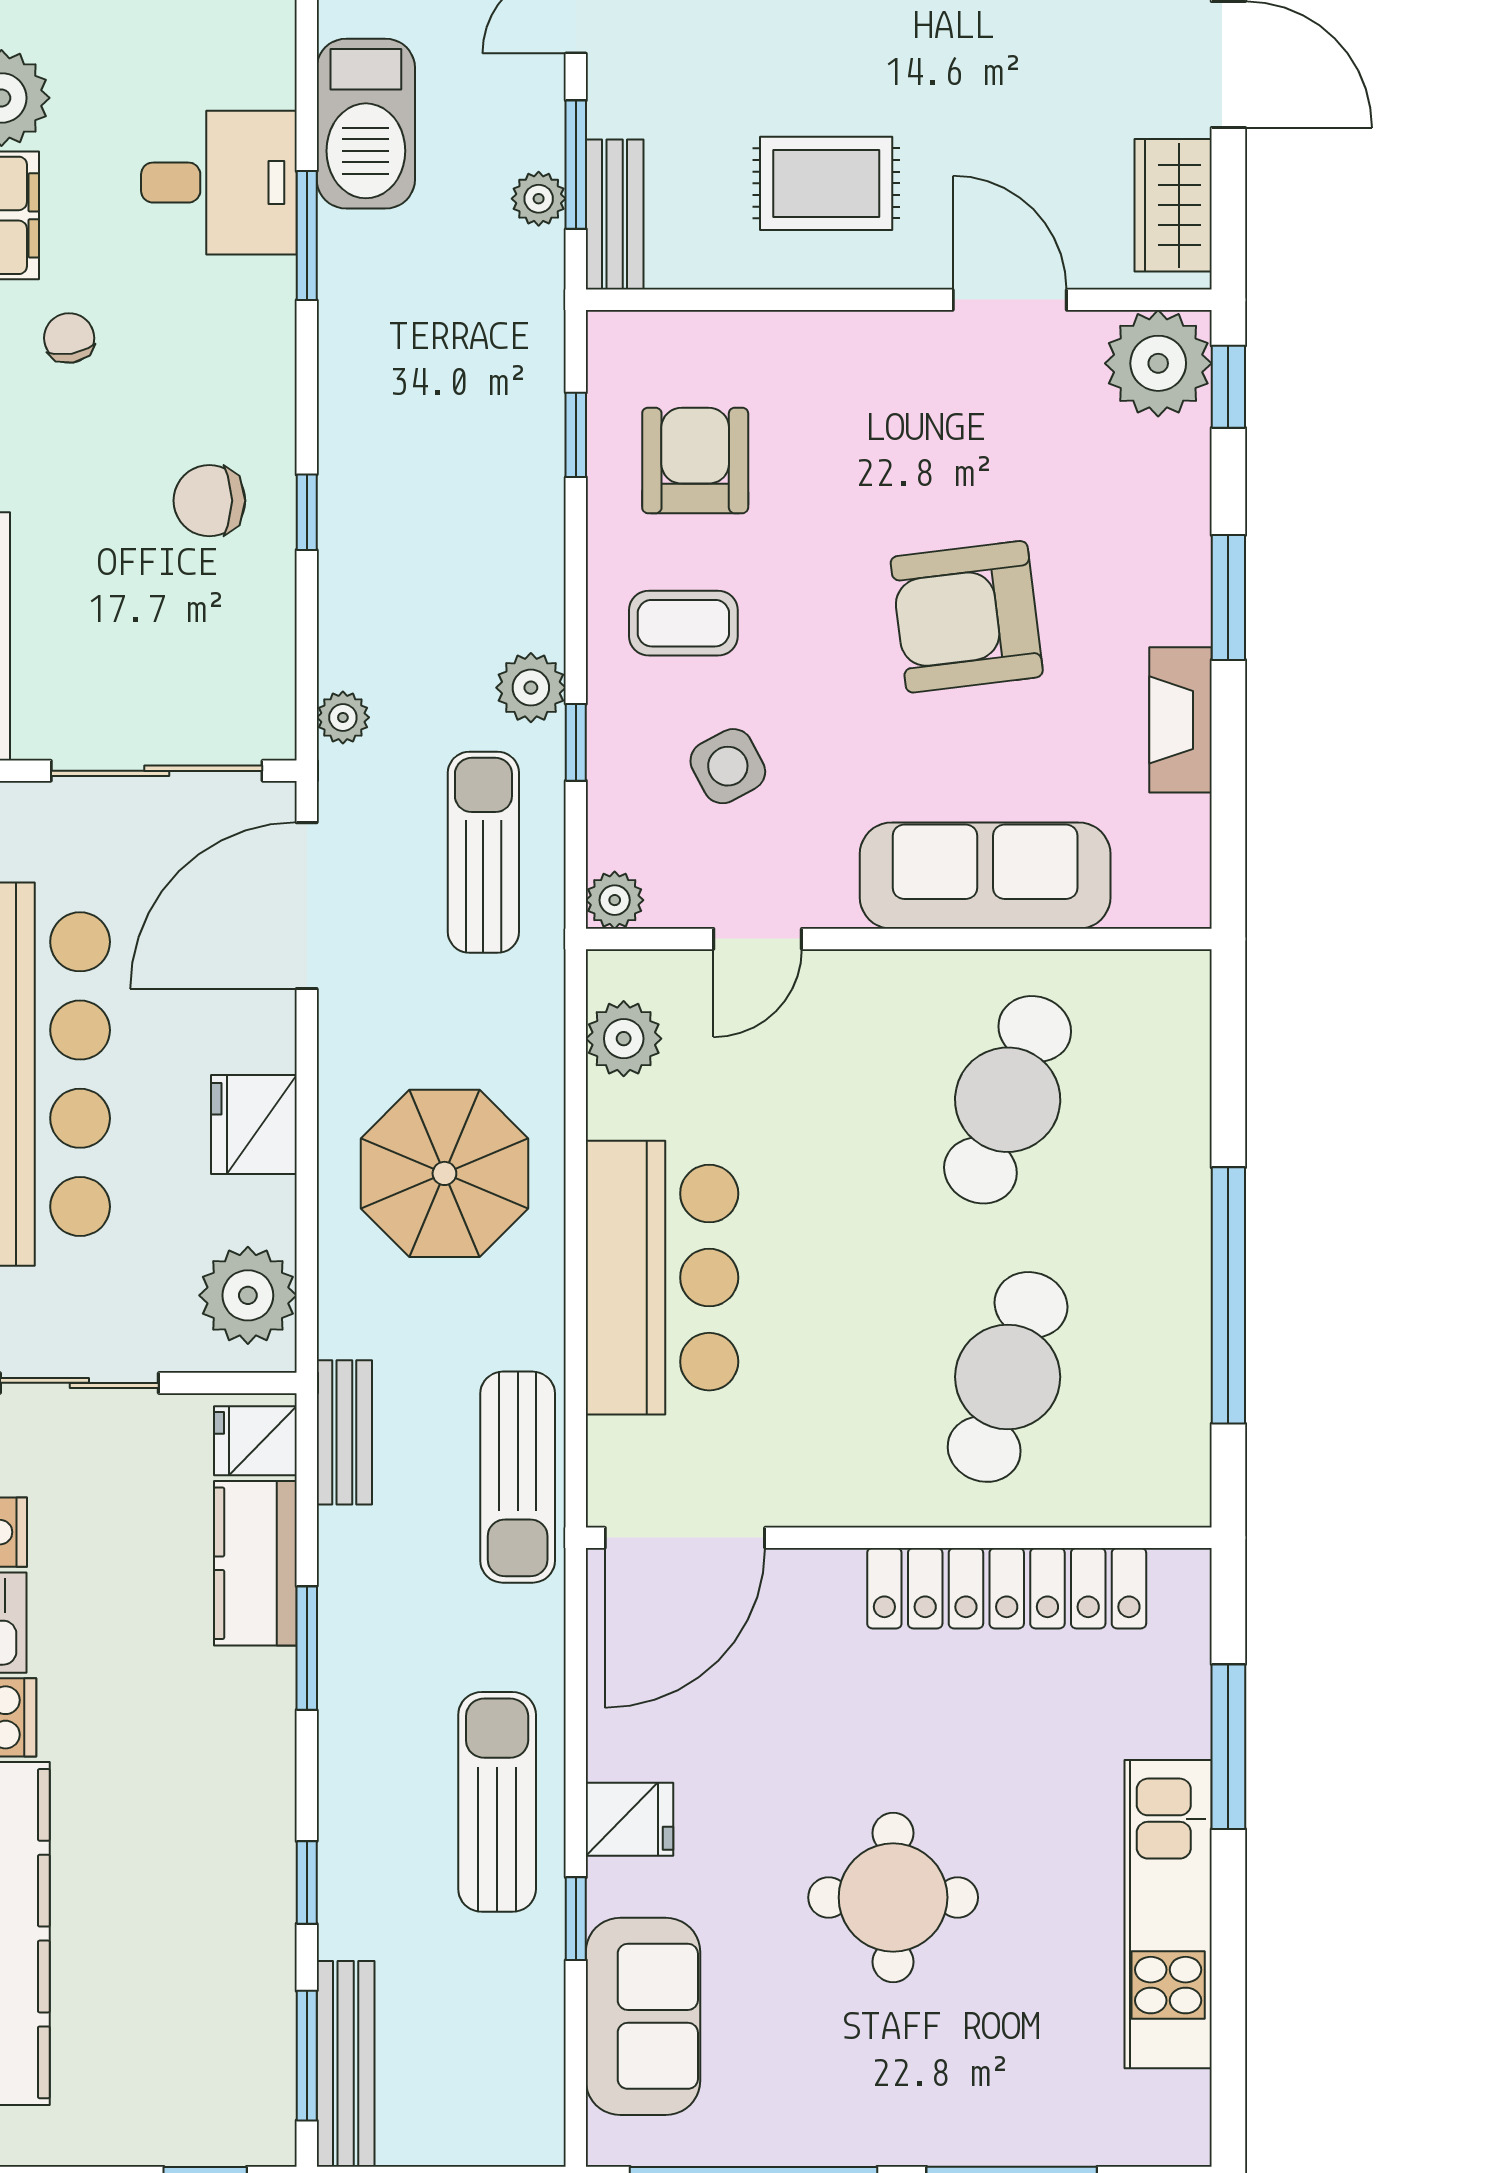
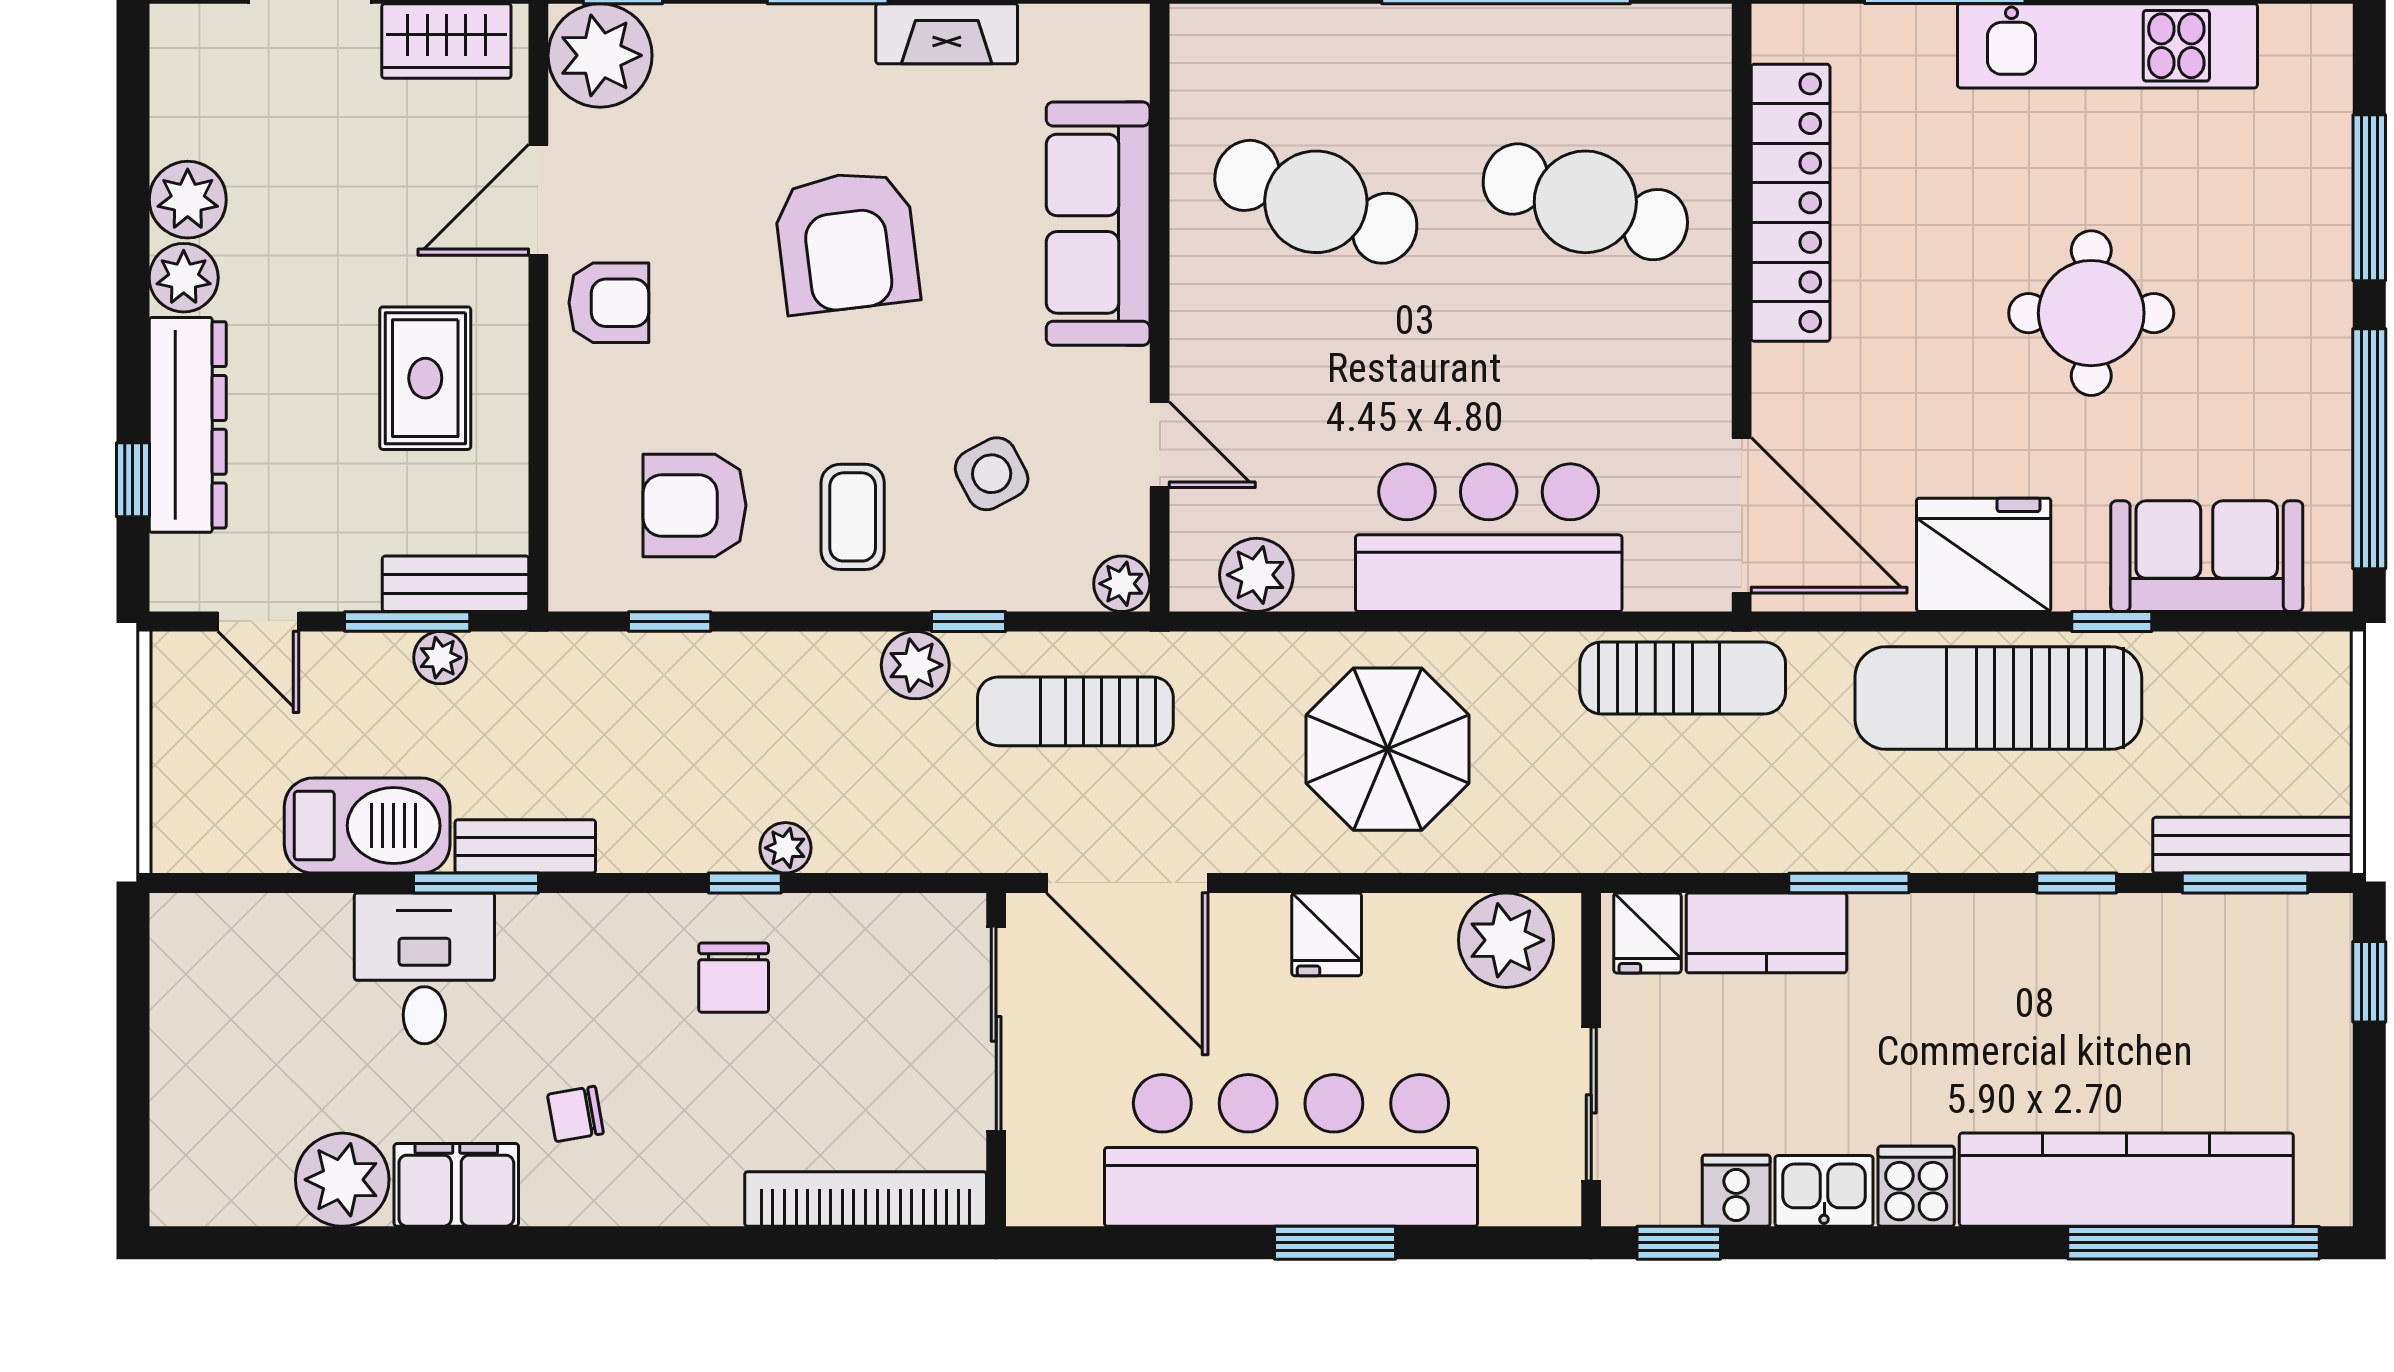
armchair: (904, 372) -> (609, 303), added
plant: (343, 717) -> (786, 848), moved
fridge: (254, 1125) -> (1327, 934), width x0.72
bench: (344, 1432) -> (525, 846), moved
sun lounger: (497, 1802) -> (1998, 698), width x1.36, depth x1.34
fridge: (630, 1819) -> (1984, 555), width x1.88, depth x1.34

